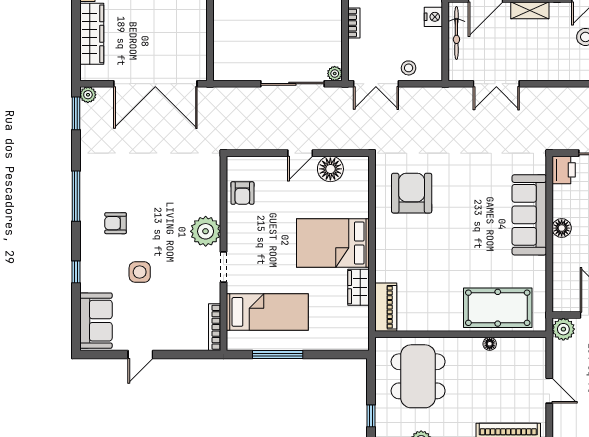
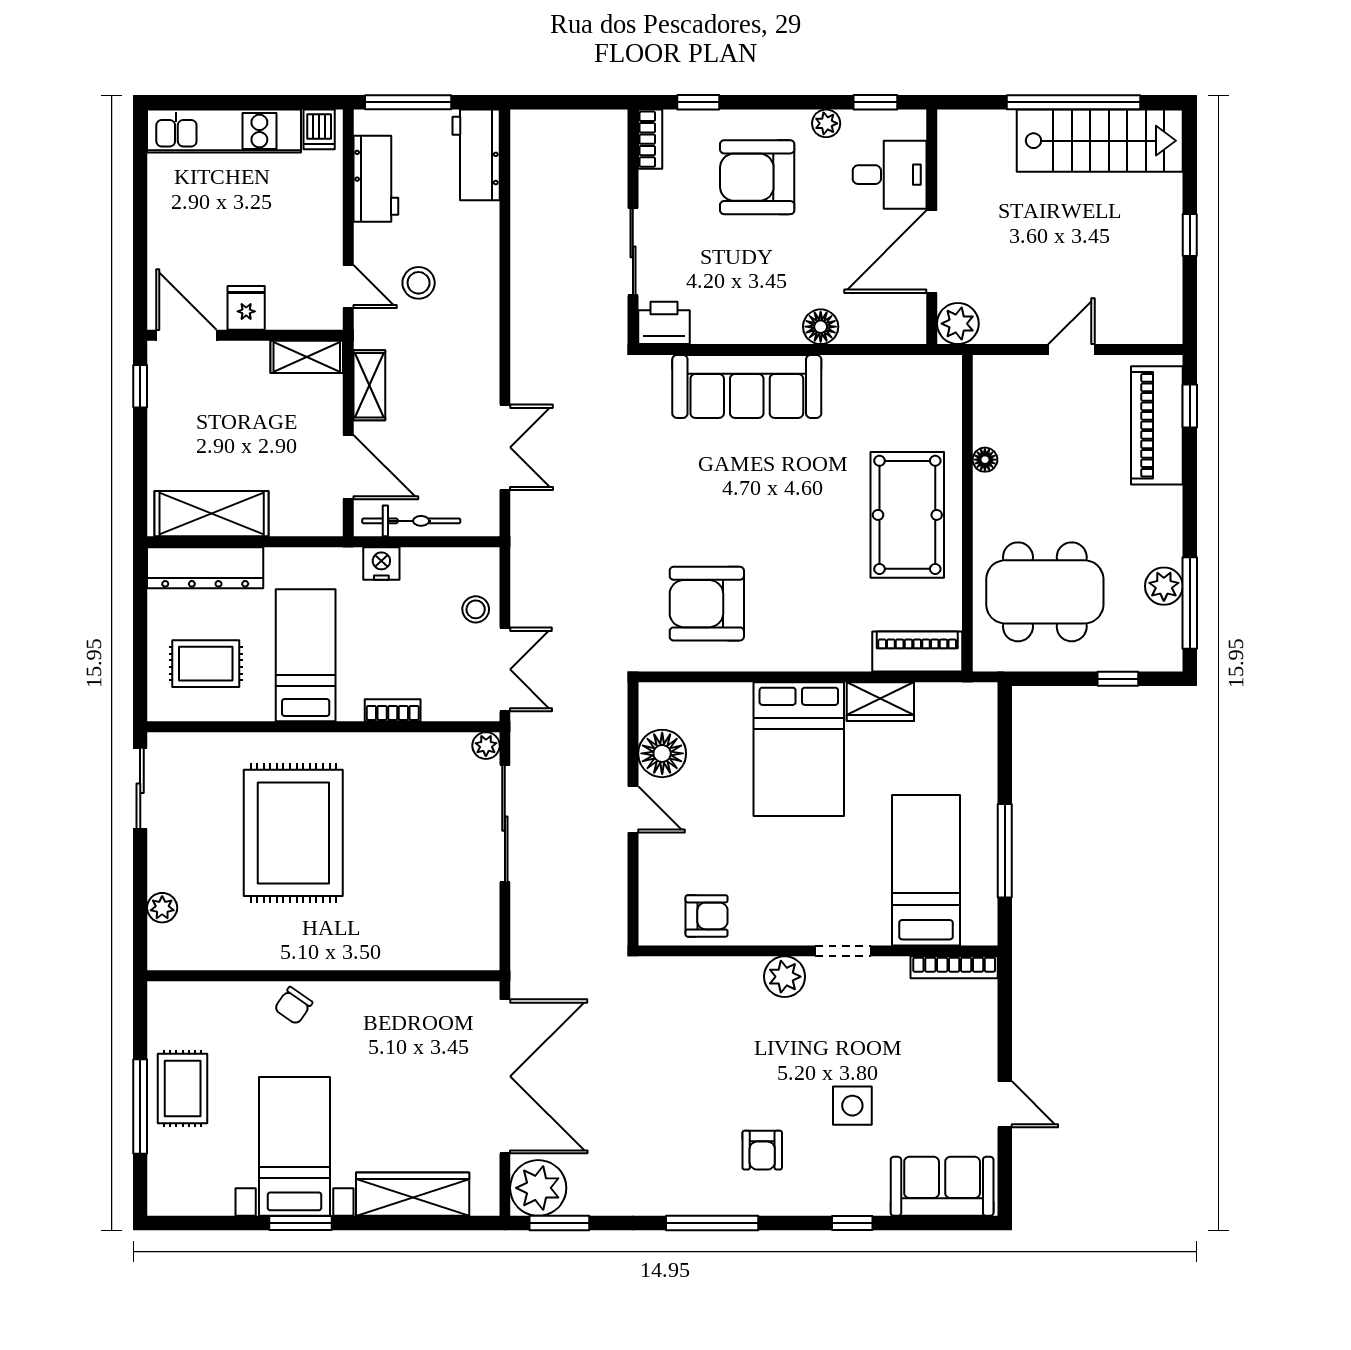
plant: (88, 95) -> (538, 1188), width x1.87, depth x1.87
floor lamp: (562, 228) -> (821, 327), moved
plant: (206, 231) -> (785, 977), width x0.73, depth x0.73
pool table: (498, 308) -> (907, 515), moved

